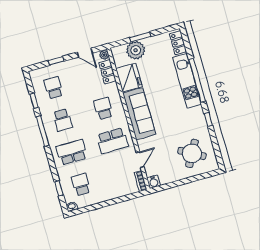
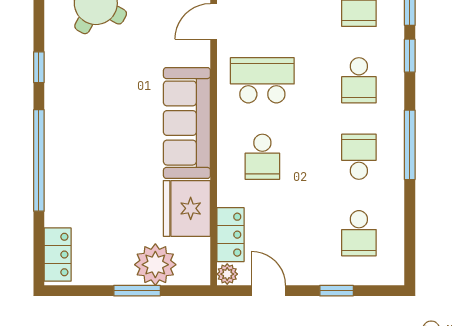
kitchen unit: (187, 81) -> (61, 165), removed
window: (34, 101) -> (410, 56), moved
school desk: (72, 152) -> (359, 80), width x0.54

